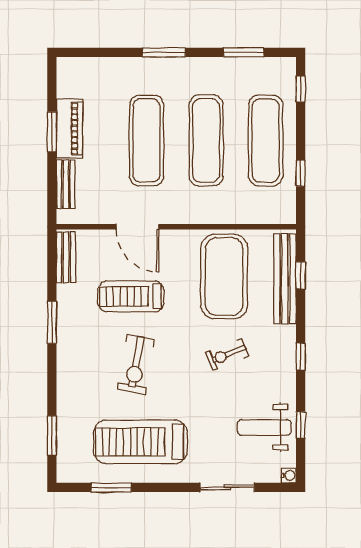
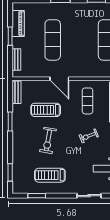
piano: (70, 129) -> (18, 23), moved
exercise mat: (206, 140) -> (79, 40), removed
door: (138, 227) -> (59, 79), moved
exercise mat: (224, 276) -> (88, 101), width x0.50, depth x0.69
treadmill: (140, 442) -> (50, 175), width x0.73, depth x0.73

